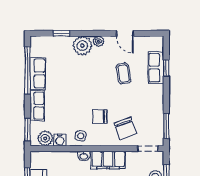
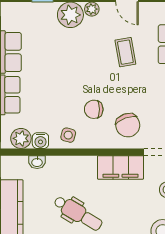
washbasin: (84, 156) -> (37, 162), moved
filing cabinet: (108, 160) -> (120, 167), moved

